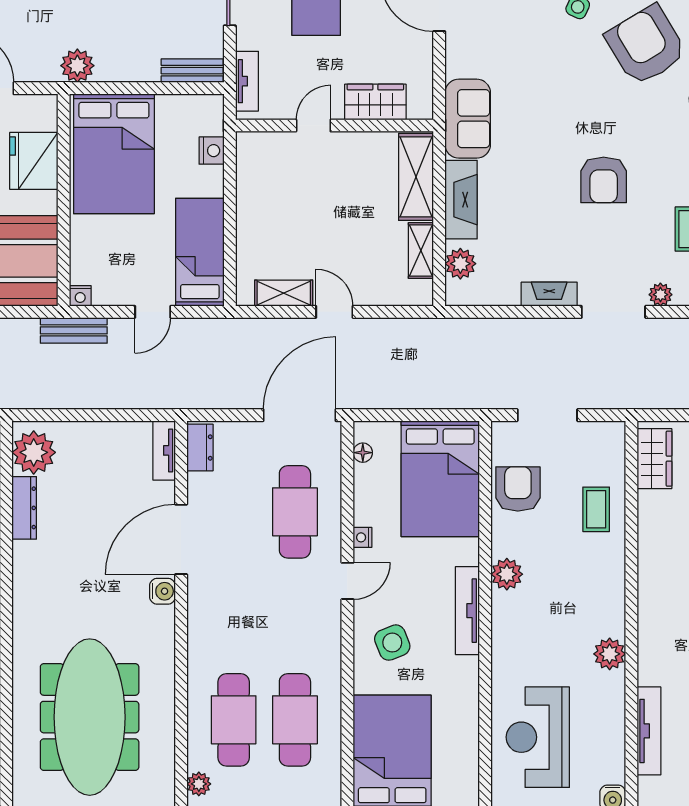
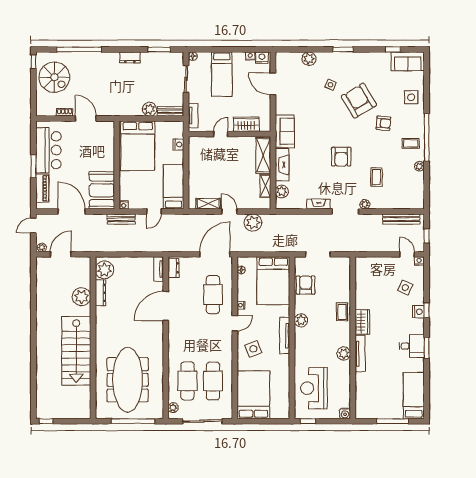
plant: (77, 66) -> (149, 109), moved
fridge: (34, 161) -> (104, 149), removed
plant: (391, 339) -> (253, 223), added
wardrobe: (654, 459) -> (362, 322), moved
coffee table: (596, 509) -> (342, 312), moved
water cooler: (162, 591) -> (158, 328), removed
tv unit: (649, 731) -> (360, 354), moved

